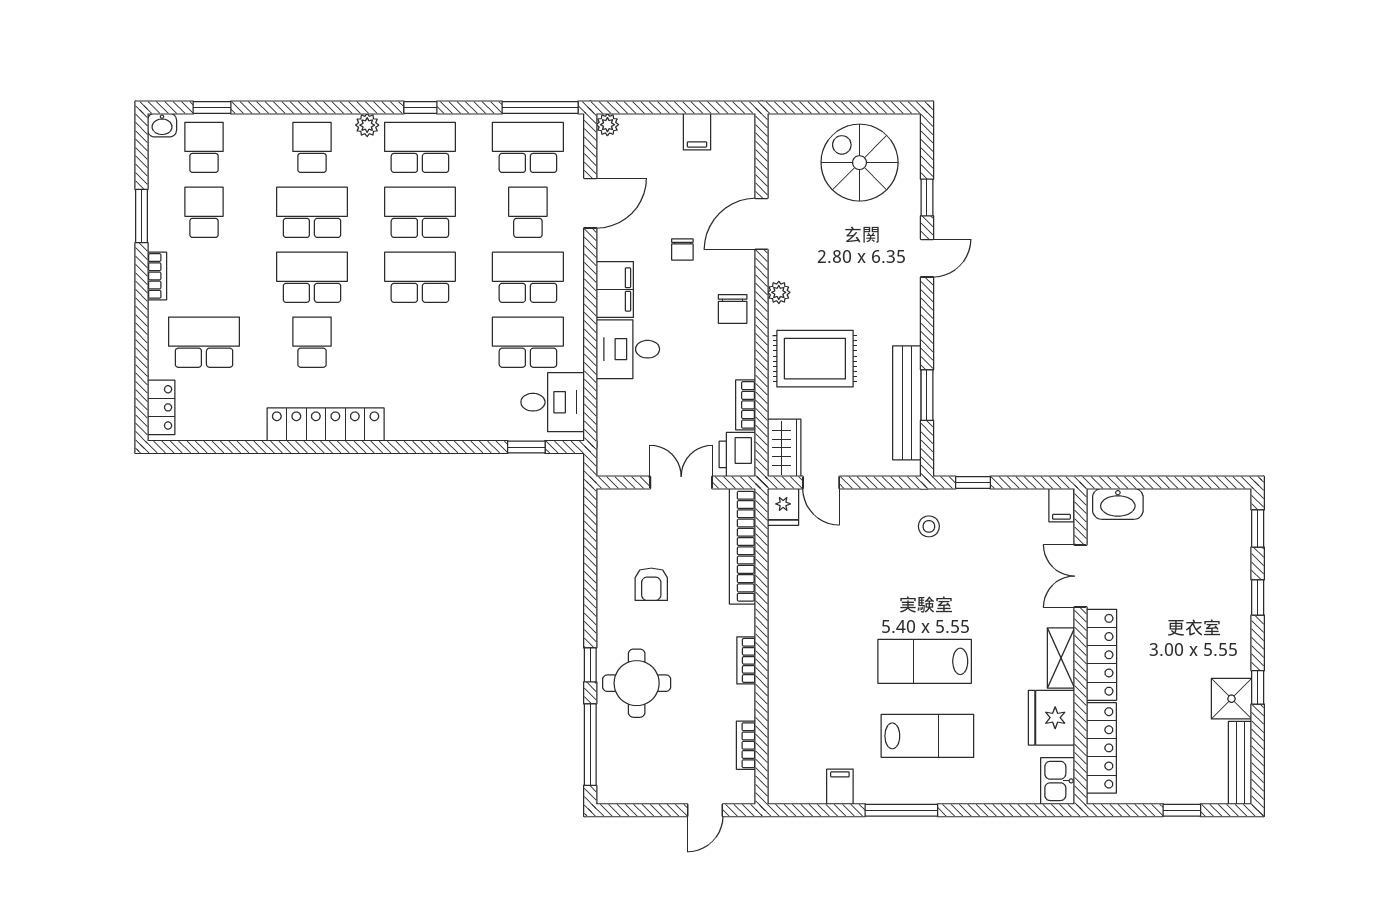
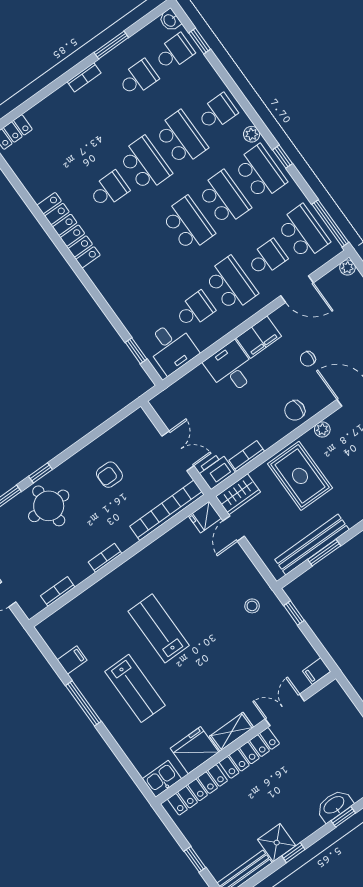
school desk: (204, 342) -> (66, 130), removed
school desk: (528, 342) -> (195, 310), width x0.54
washbasin: (1118, 504) -> (334, 805), moved, turned 90
lab bench: (925, 661) -> (159, 628), moved

